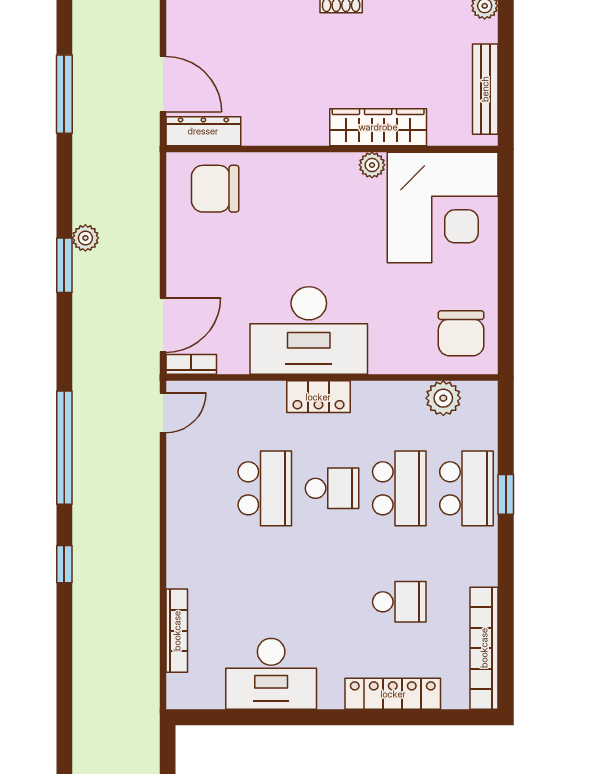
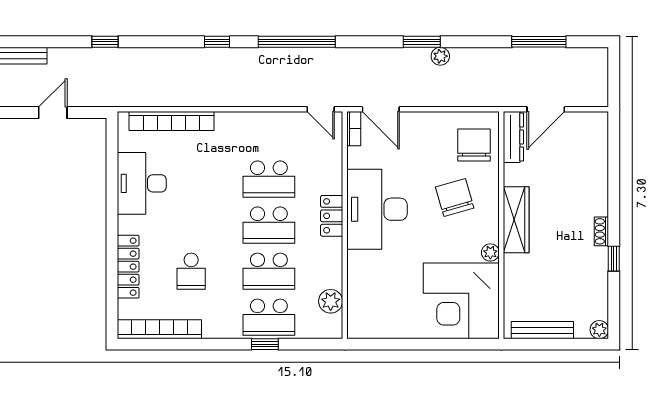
wardrobe: (378, 127) -> (516, 220), moved
chair: (461, 333) -> (455, 198), moved, turned 74
school desk: (332, 488) -> (269, 225), width x1.85
bookcase: (177, 631) -> (171, 121), width x1.48, depth x1.31
window: (64, 727) -> (105, 42), added

